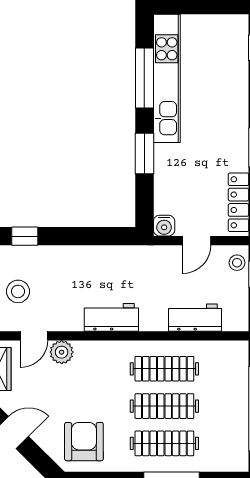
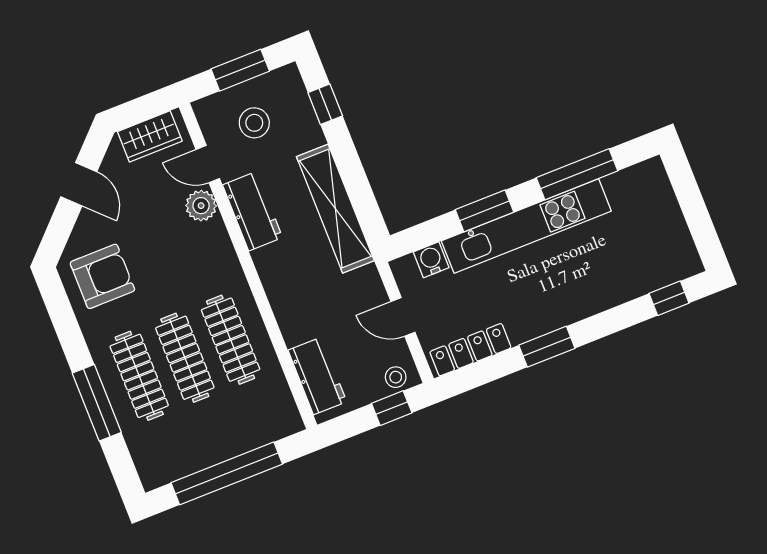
kitchen unit: (167, 78) -> (526, 226), moved
water cooler: (164, 226) -> (431, 260), moved, turned 90
shelving: (101, 258) -> (335, 209), added
workbench: (111, 317) -> (253, 211), moved
workbench: (195, 318) -> (317, 376), moved

